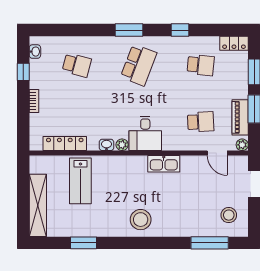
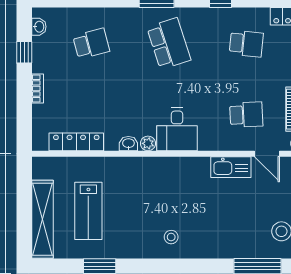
school desk: (77, 65) -> (91, 44), turned -30
school desk: (139, 65) -> (169, 44), turned -39
kitchen sink: (164, 164) -> (231, 167), moved
lab bench: (80, 181) -> (88, 211), moved
stool: (141, 220) -> (171, 237), width x0.53, depth x0.53

